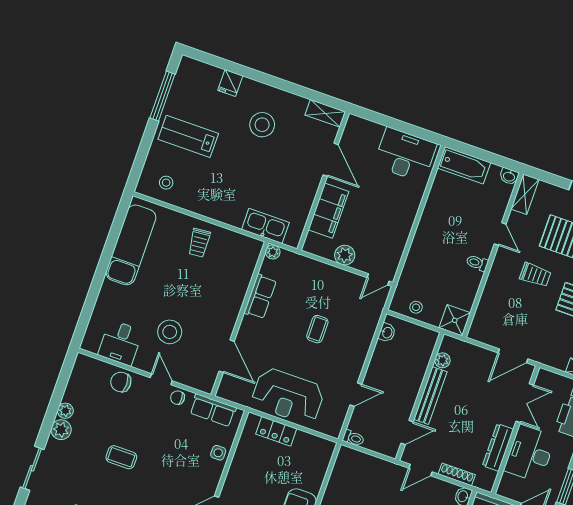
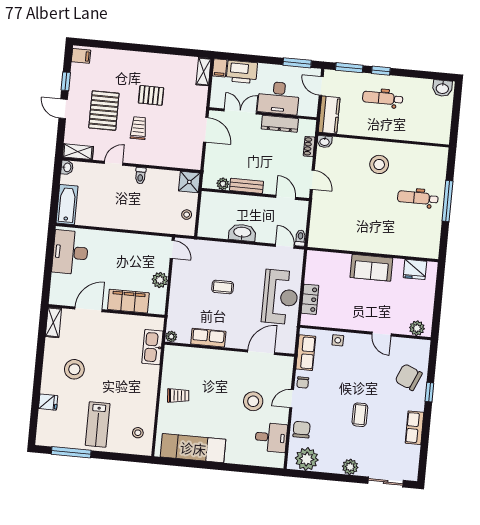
washbasin: (387, 333) -> (242, 233), moved, width x1.91, depth x1.45
chair: (121, 382) -> (302, 430), turned 180
door: (356, 395) -> (285, 246), moved
bench: (430, 395) -> (247, 186), width x0.73
plant: (65, 411) -> (307, 459), moved, width x1.88, depth x1.88
shoe rack: (457, 474) -> (309, 147), width x0.70

